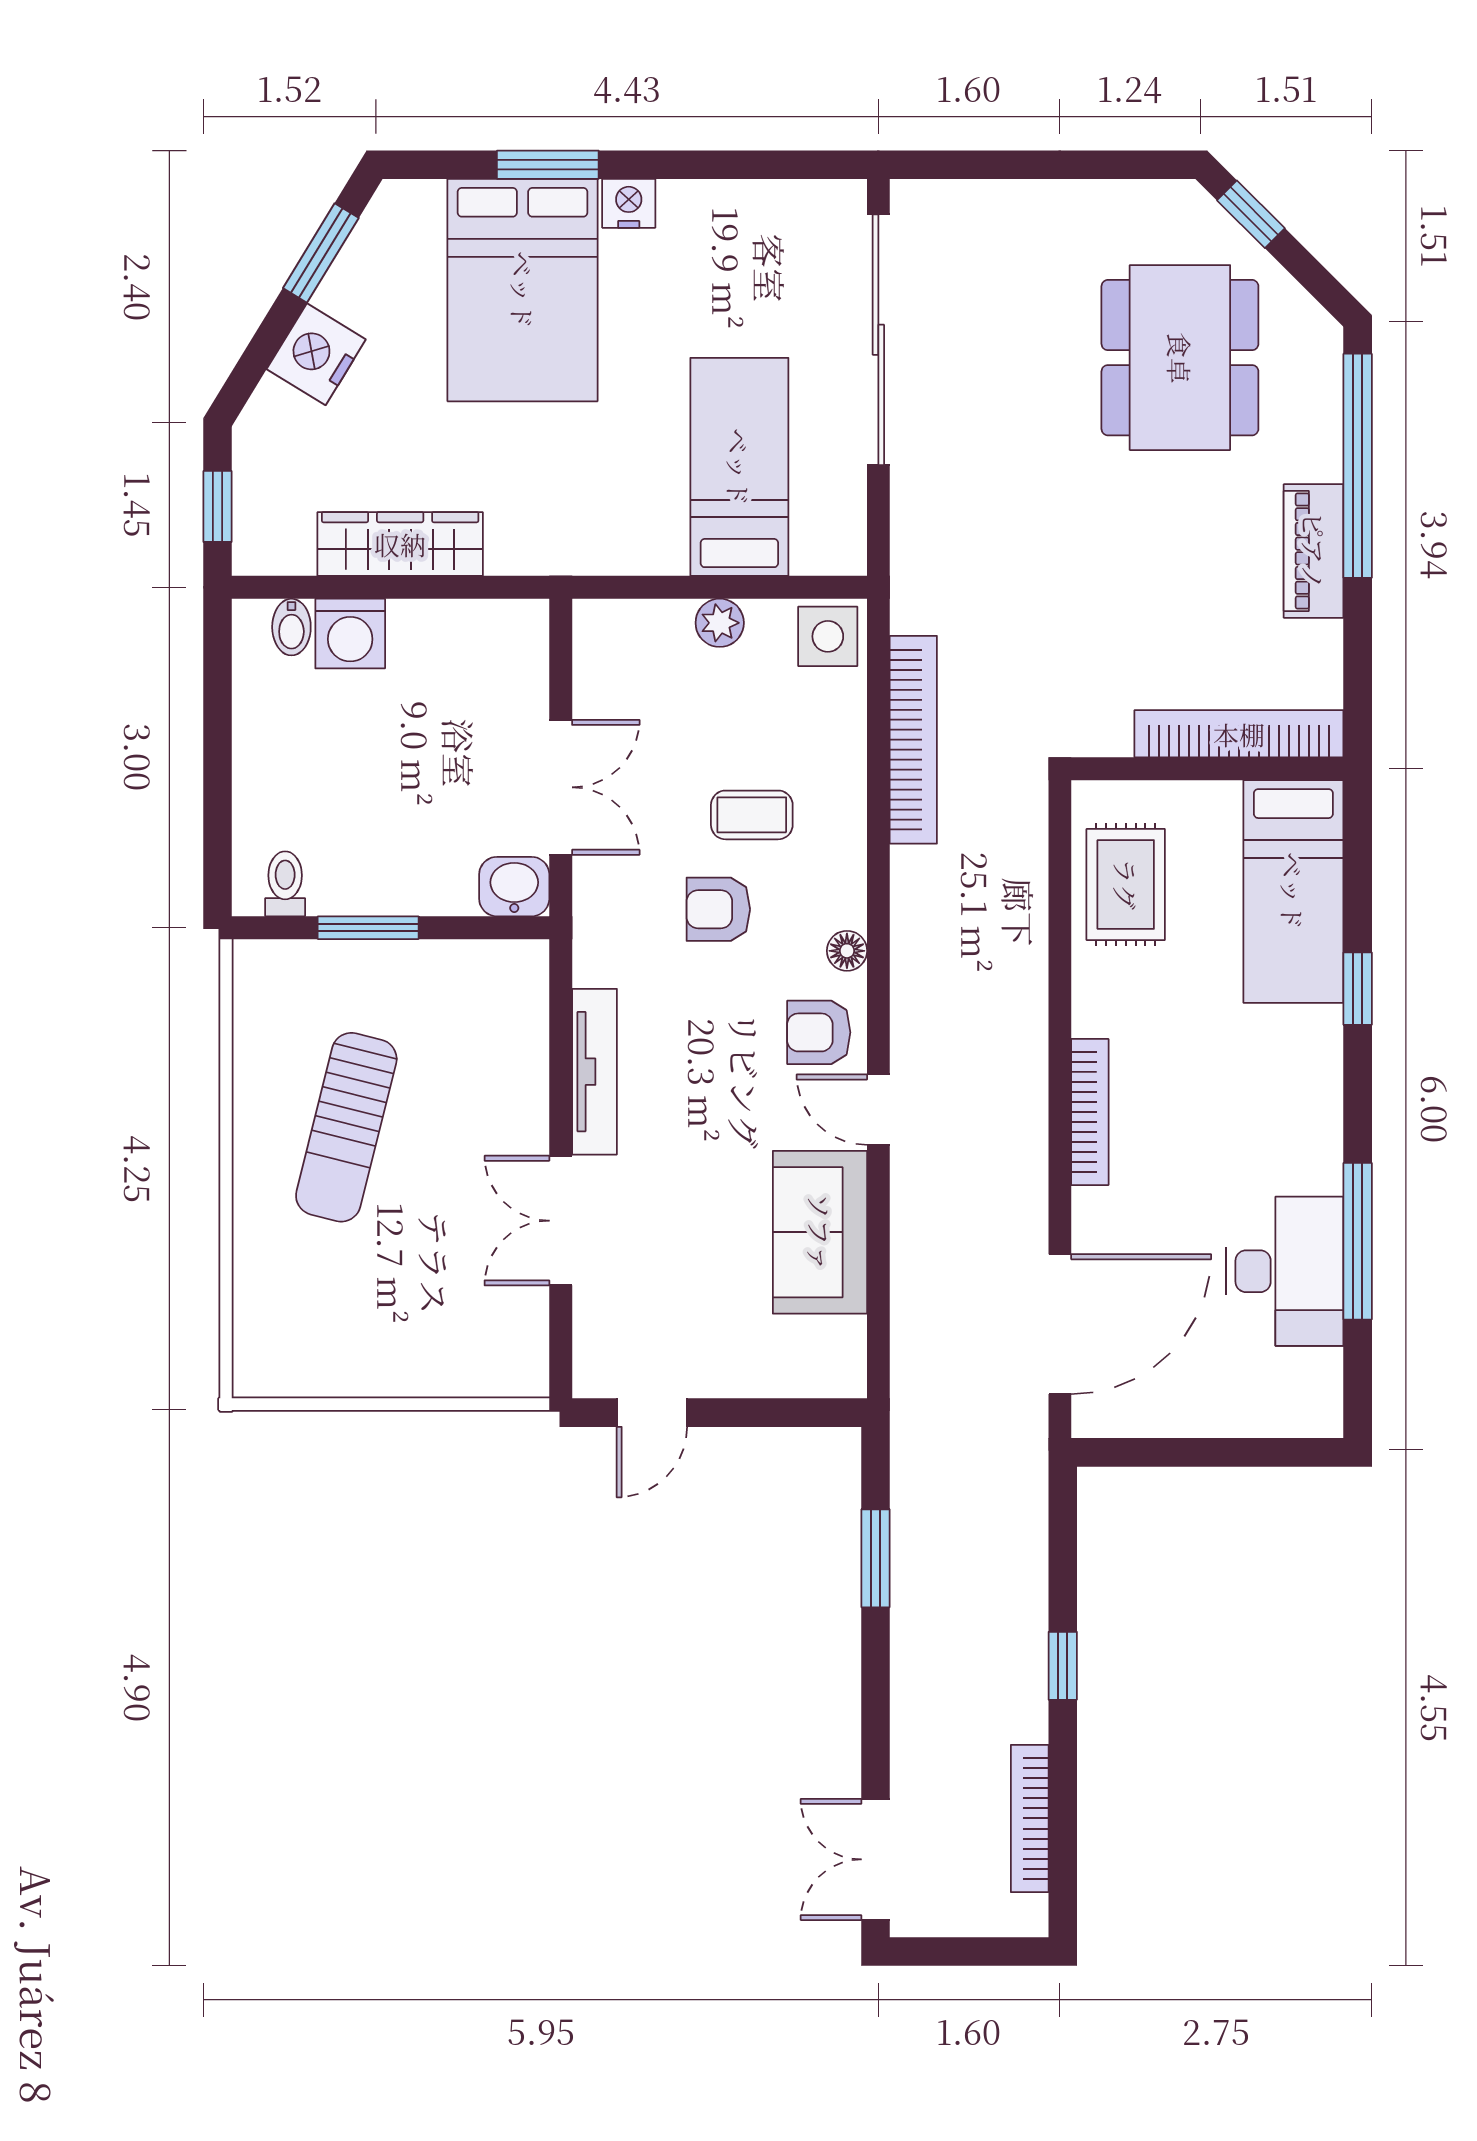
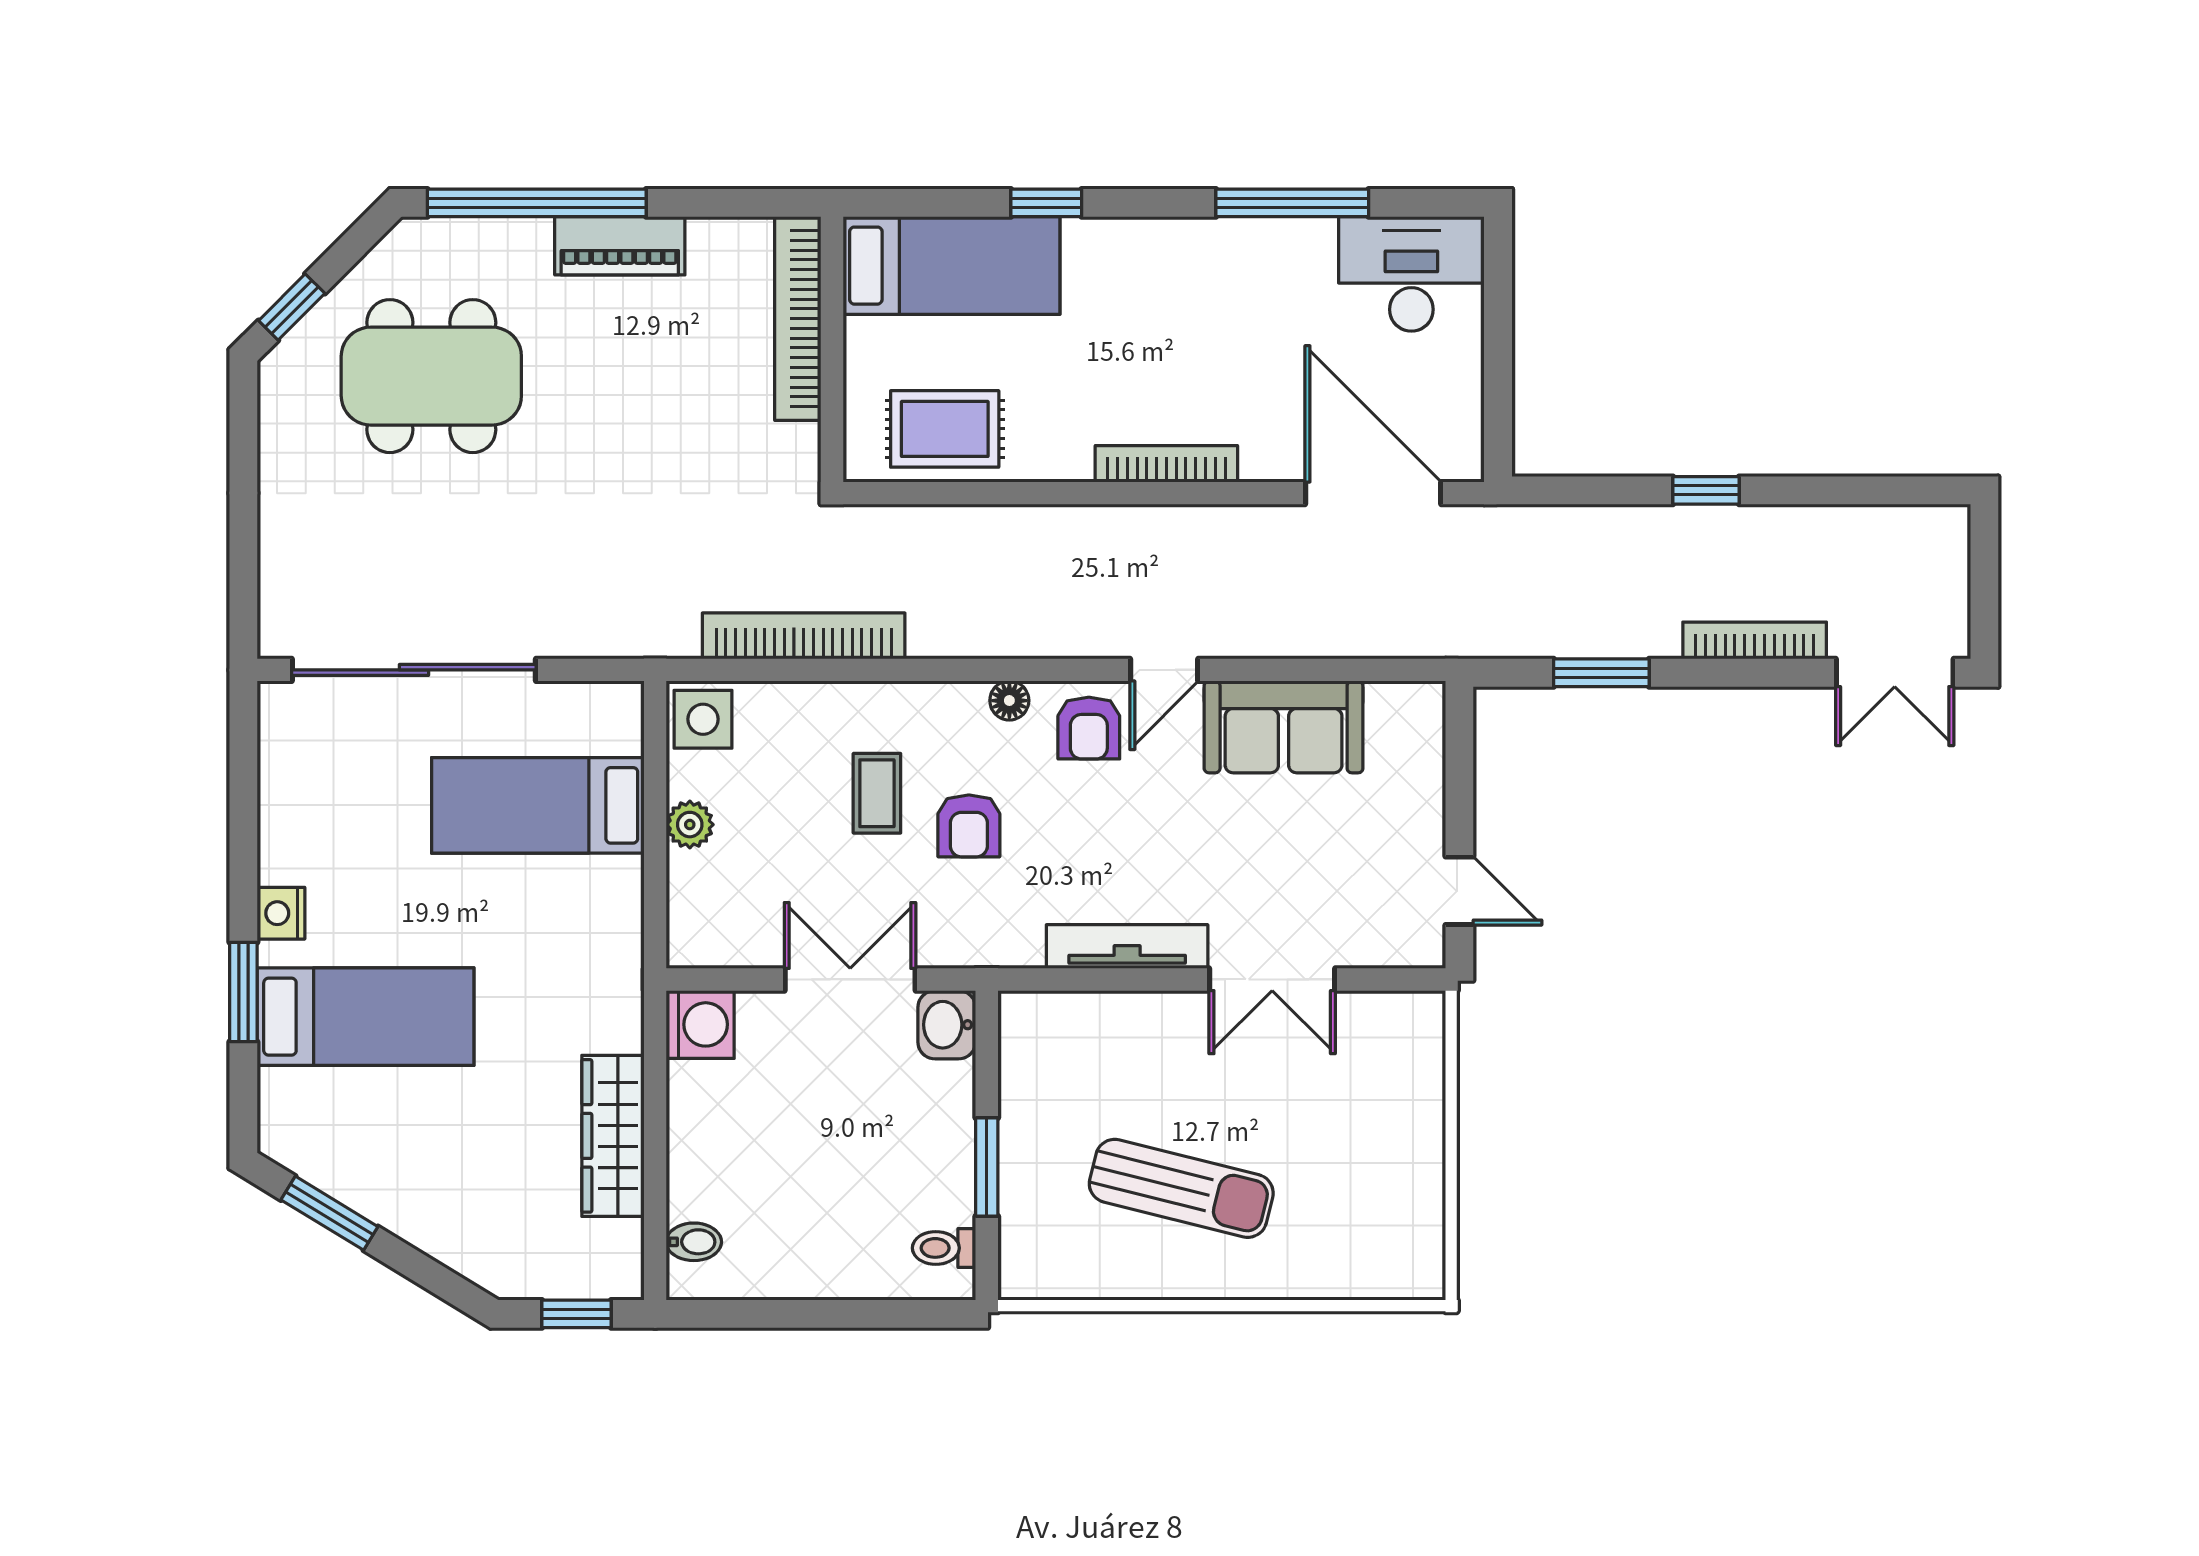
bed: (523, 290) -> (366, 1017), width x0.67
nightstand: (316, 354) -> (428, 1218), removed
washing machine: (350, 634) -> (700, 1024), moved
desk: (1285, 1271) -> (1411, 274), moved
bookcase: (1030, 1818) -> (1755, 641), moved, turned 180

